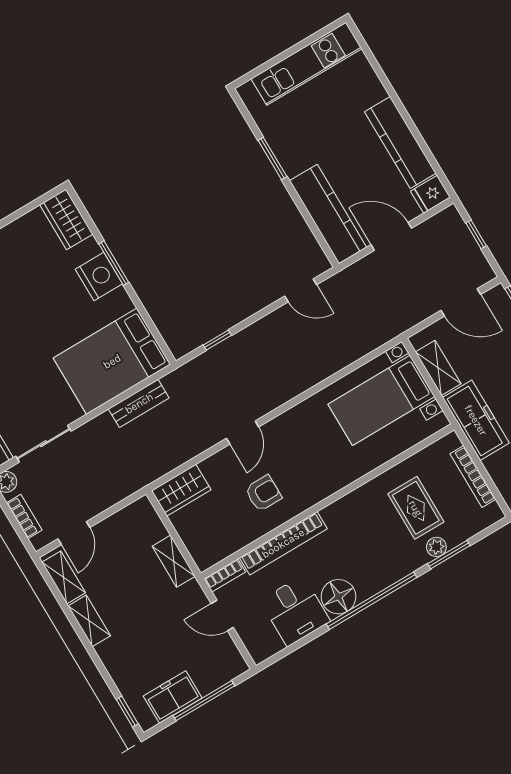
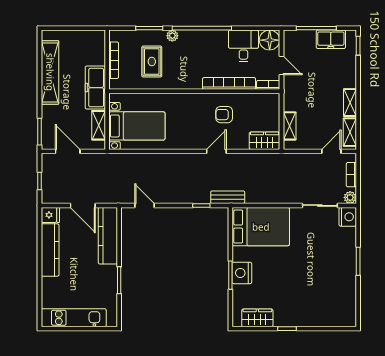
wardrobe: (66, 219) -> (257, 318), moved, turned -90
bench: (139, 403) -> (228, 197), moved
plant: (436, 547) -> (172, 36), moved
shelving: (174, 561) -> (290, 126), moved
floor lamp: (339, 597) -> (270, 40), moved

